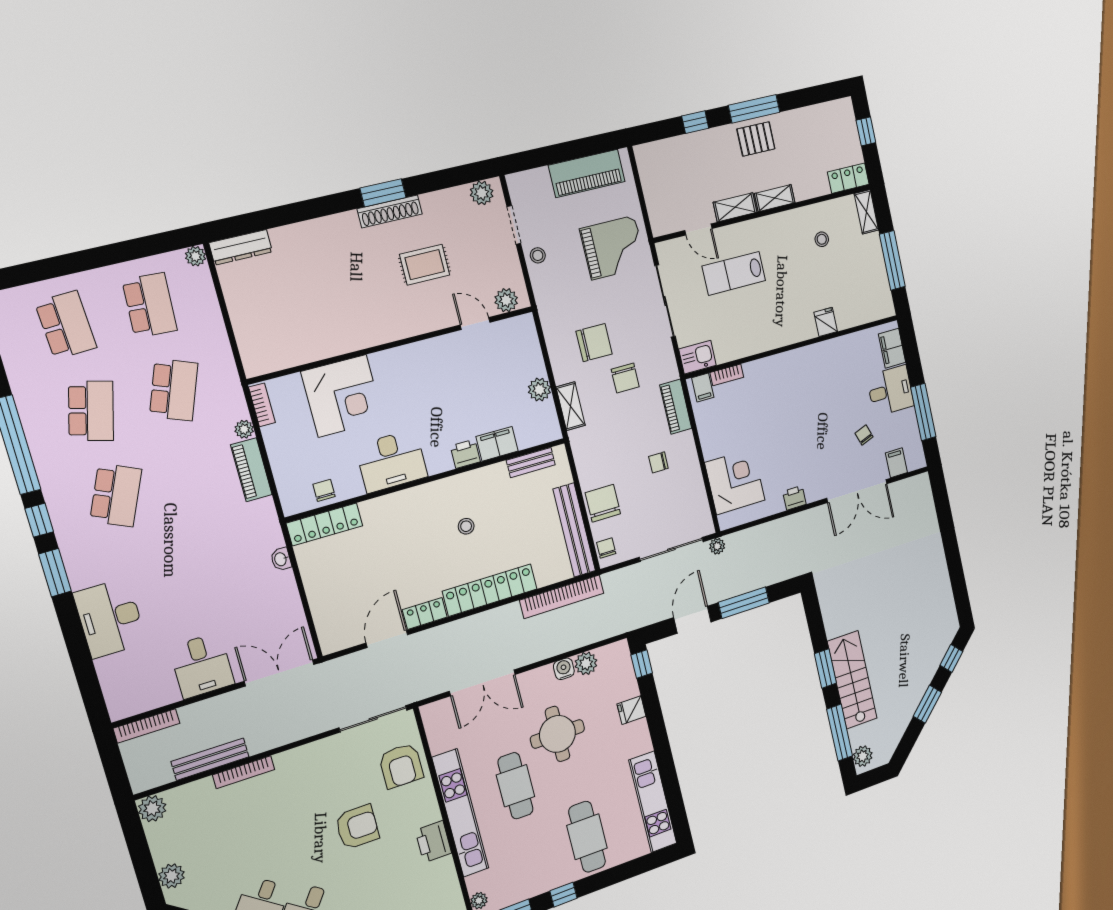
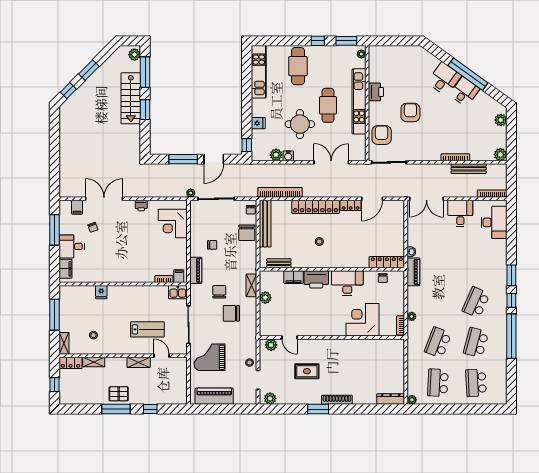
shelving: (775, 198) -> (94, 362), moved
shoe rack: (390, 211) -> (337, 400), moved
printer: (465, 454) -> (316, 279), width x1.87, depth x1.48
piano: (251, 470) -> (413, 272), moved
desk: (110, 618) -> (494, 222), moved
armchair: (357, 827) -> (410, 112), turned 90

